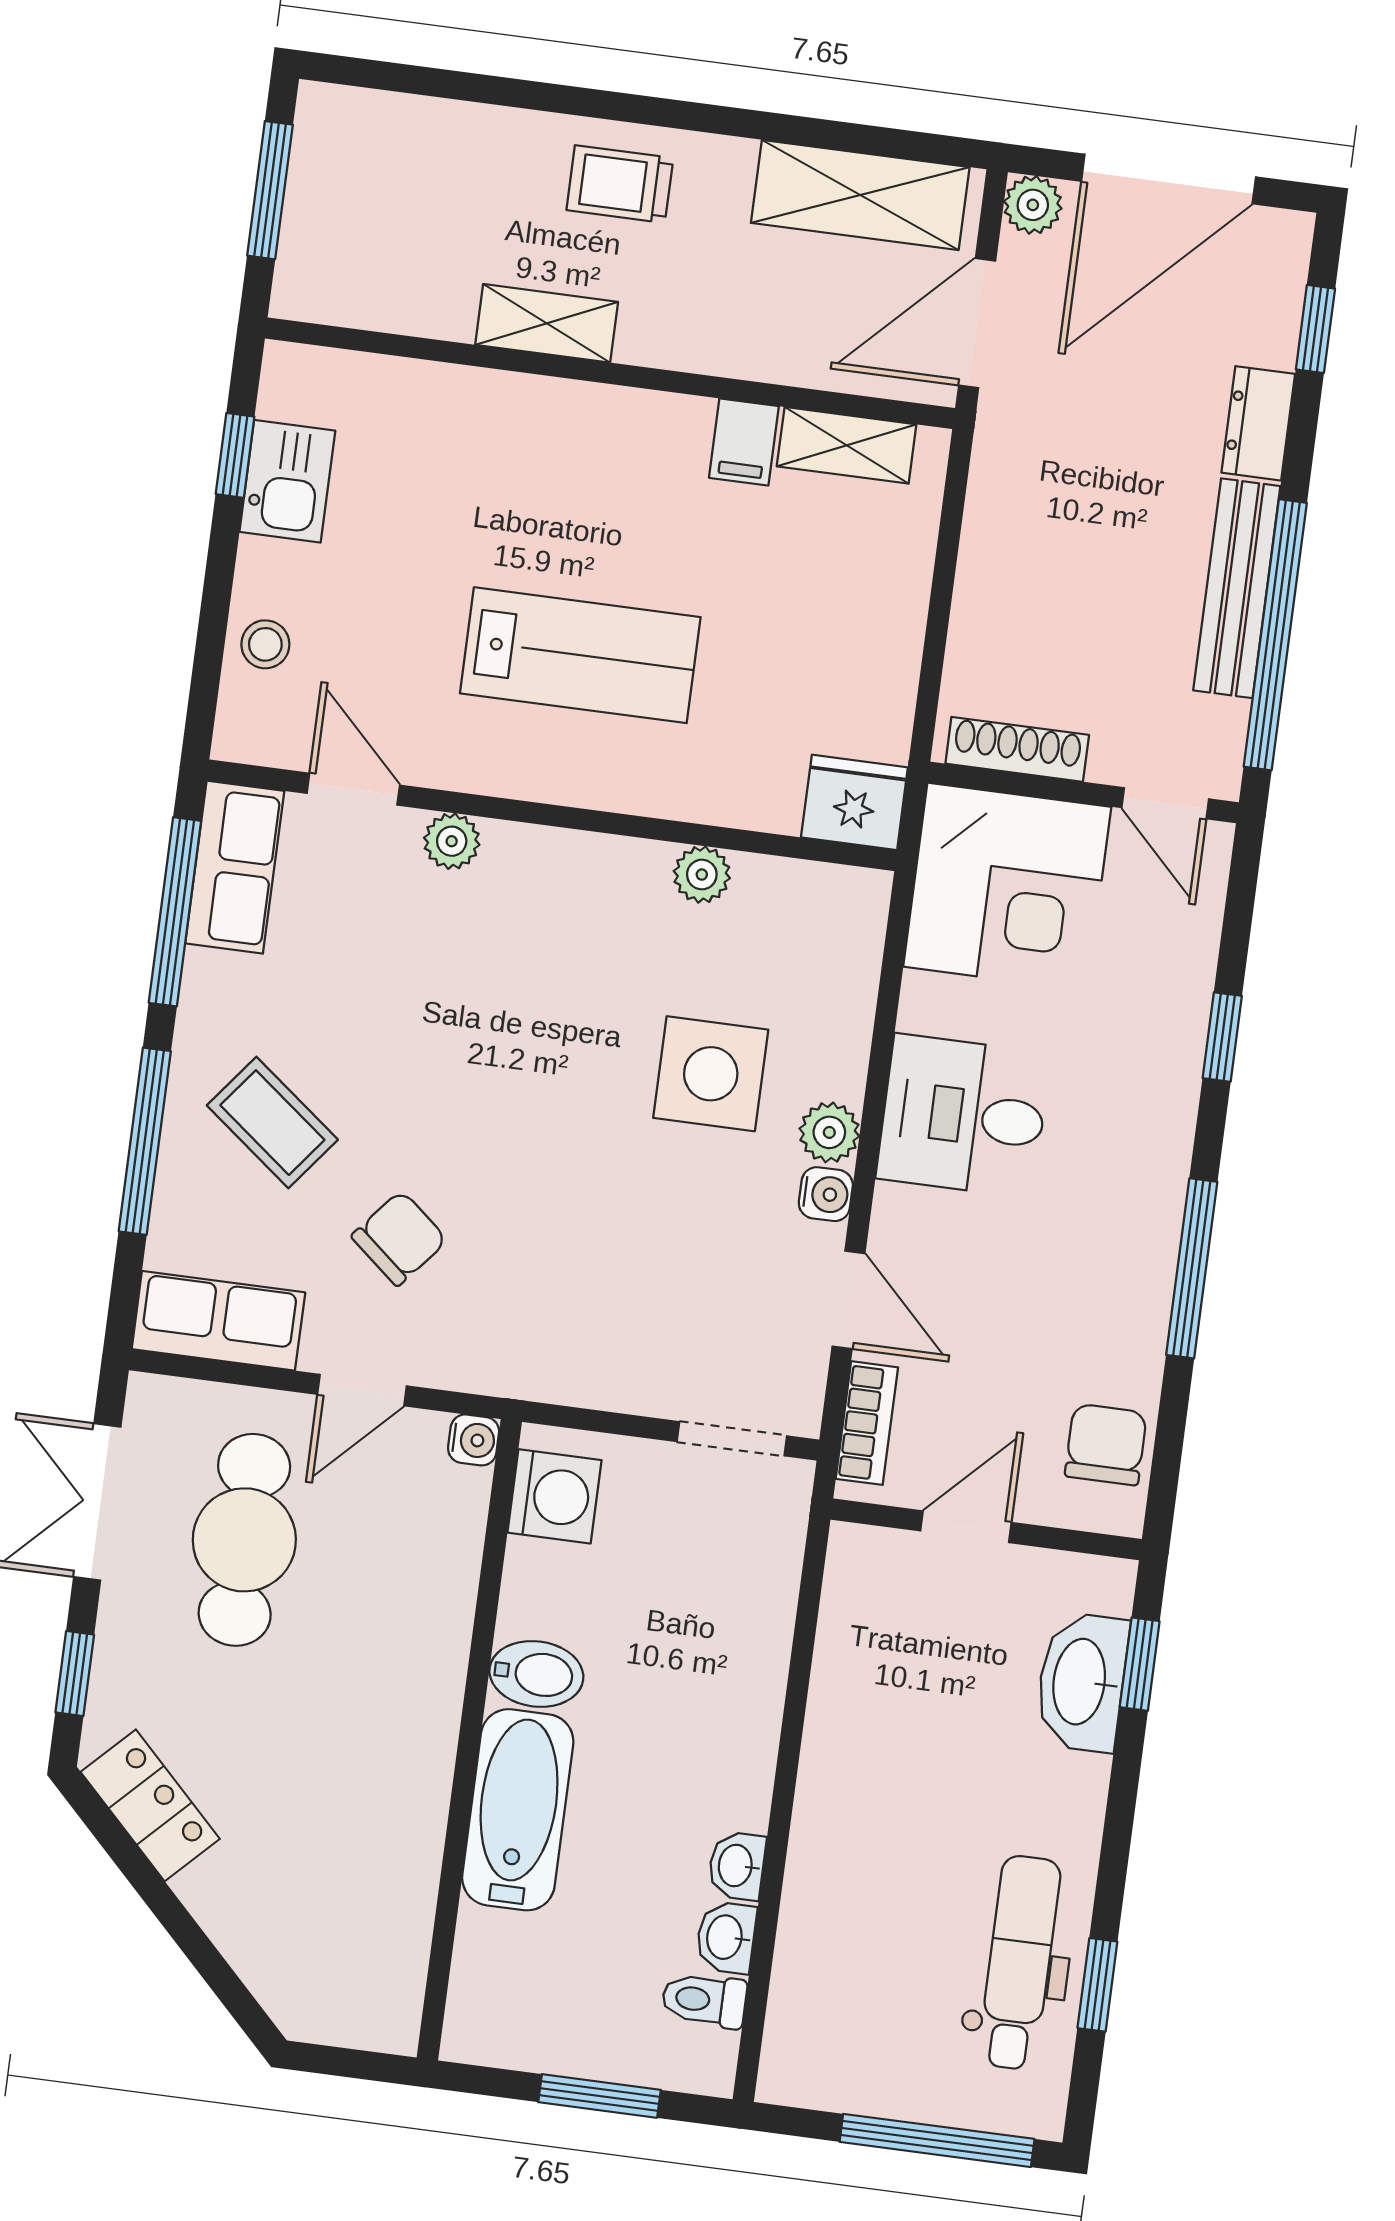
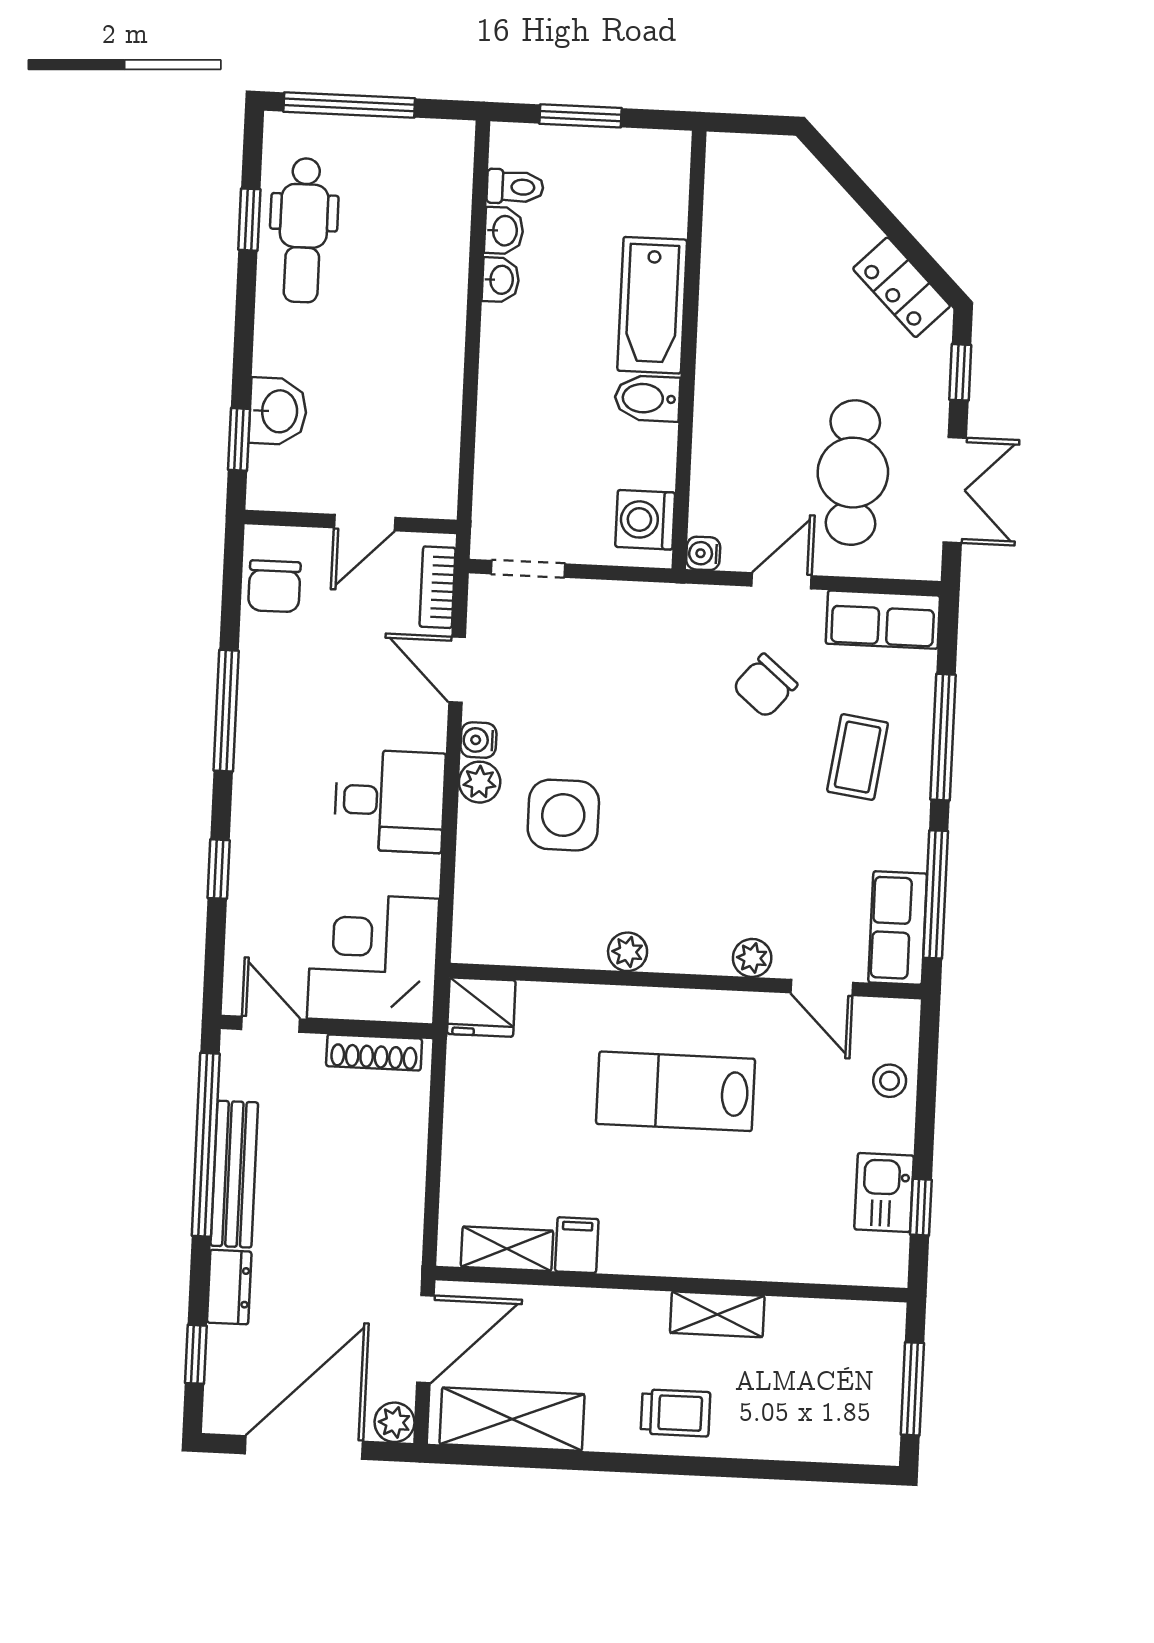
plant: (702, 875) -> (628, 952), moved
coffee table: (272, 1123) -> (858, 757), turned 60
washbasin: (1082, 1682) -> (278, 411), width x0.72

